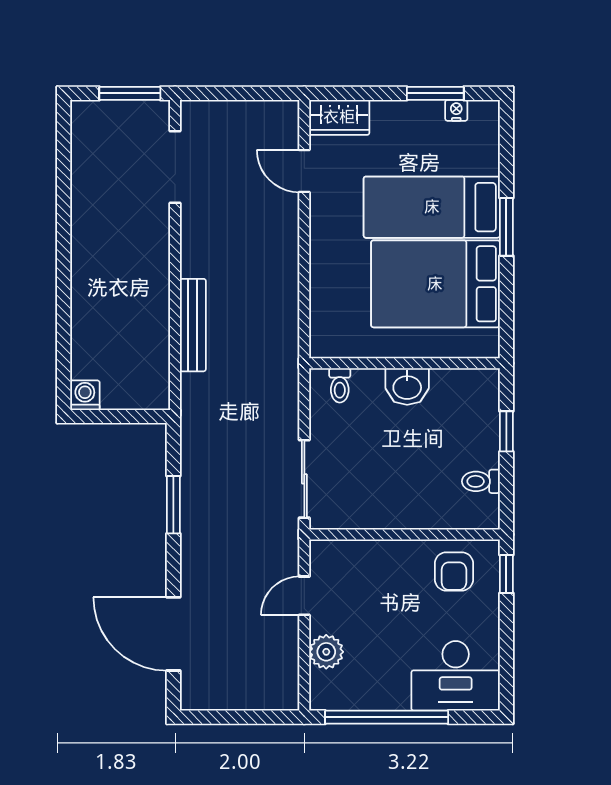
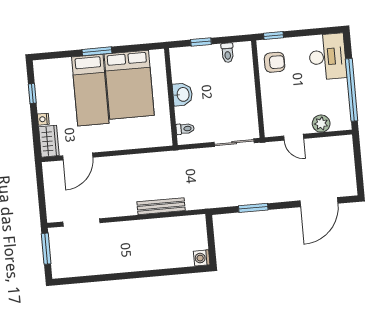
window: (435, 93) -> (32, 93), width x0.67
nightstand: (456, 110) -> (43, 119), moved
door: (304, 171) -> (78, 157), width x1.38

